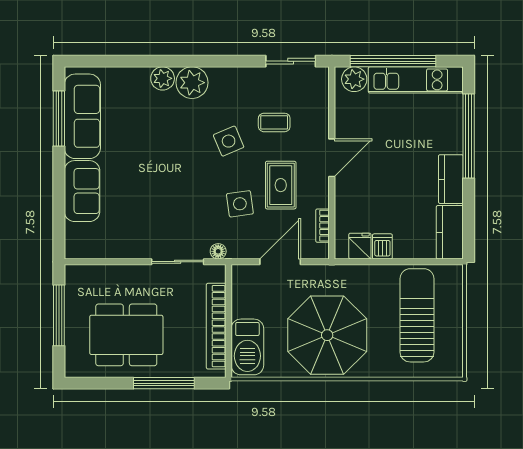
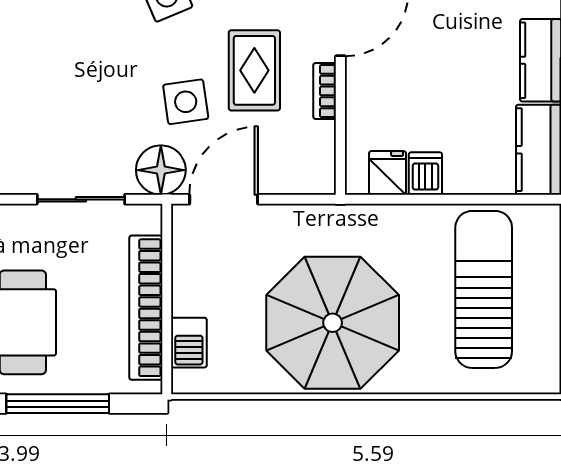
bookcase: (323, 226) -> (325, 91), moved
floor lamp: (218, 251) -> (161, 170), width x1.89, depth x1.89
door: (280, 262) -> (224, 199), moved
barbecue: (247, 347) -> (189, 343), width x0.53, depth x0.65

